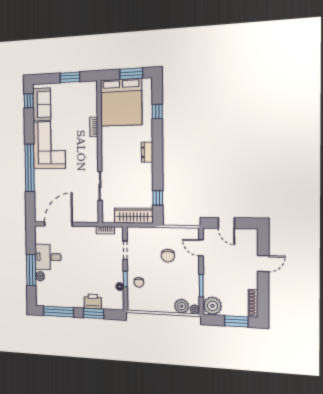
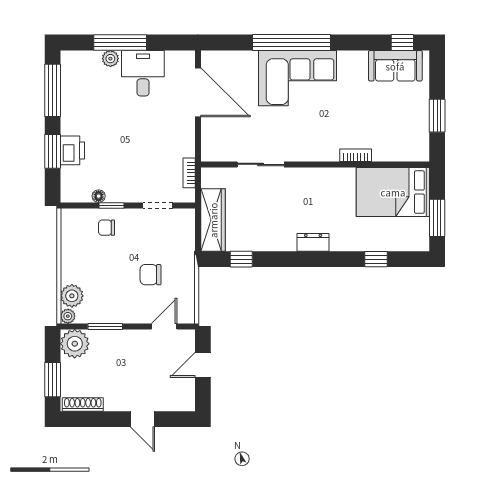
bed: (121, 102) -> (393, 192), width x0.73
corner sofa: (49, 145) -> (297, 78), moved

